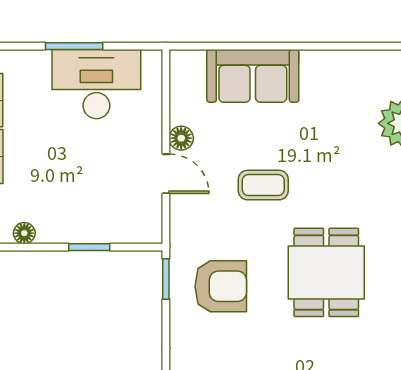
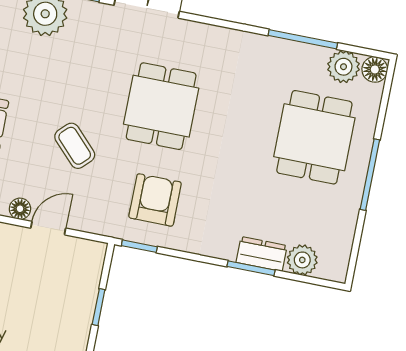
coffee table: (263, 185) -> (75, 146), turned -44
dining table: (326, 272) -> (161, 106), turned 90

